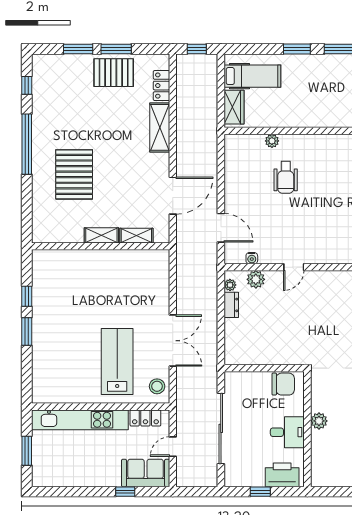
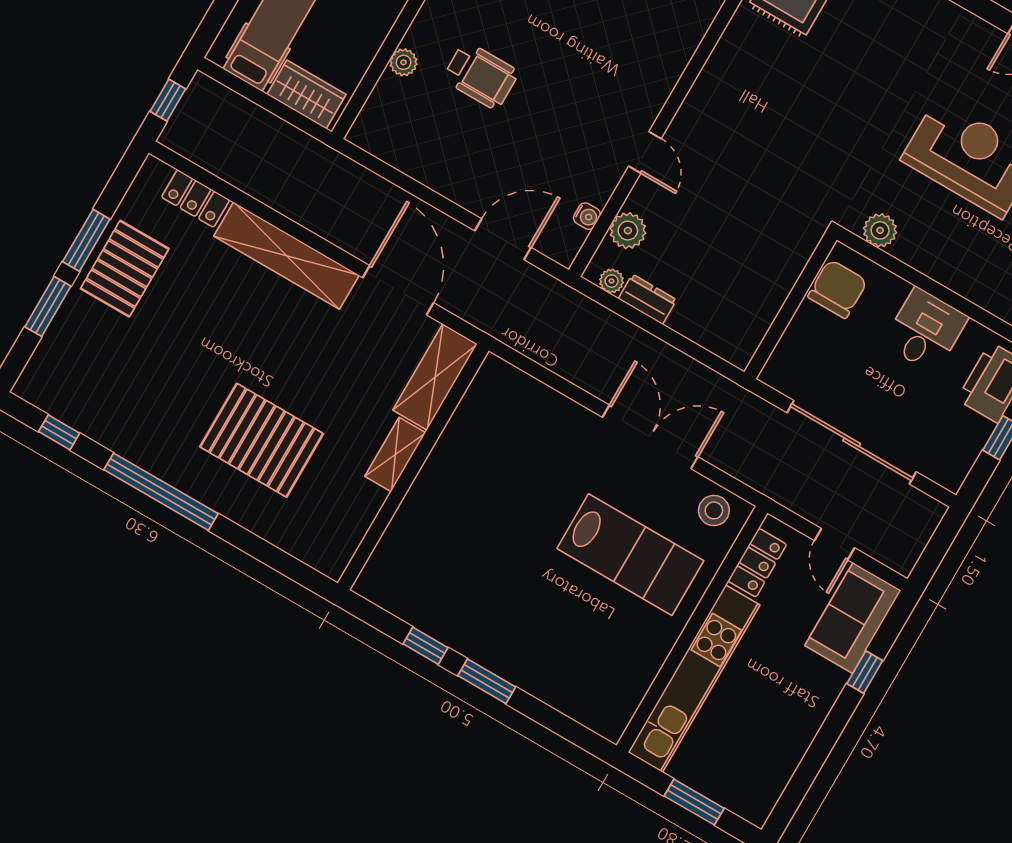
shelving: (160, 127) -> (287, 256), width x1.47
shelving: (136, 236) -> (435, 377), width x1.50, depth x1.33
lab bench: (117, 361) -> (630, 555), turned 180
plant: (319, 421) -> (880, 230), moved

